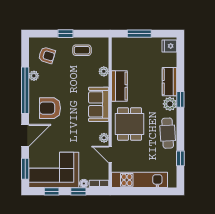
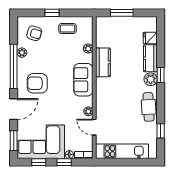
fridge: (169, 46) -> (150, 38), moved
dining table: (130, 124) -> (113, 98), removed

